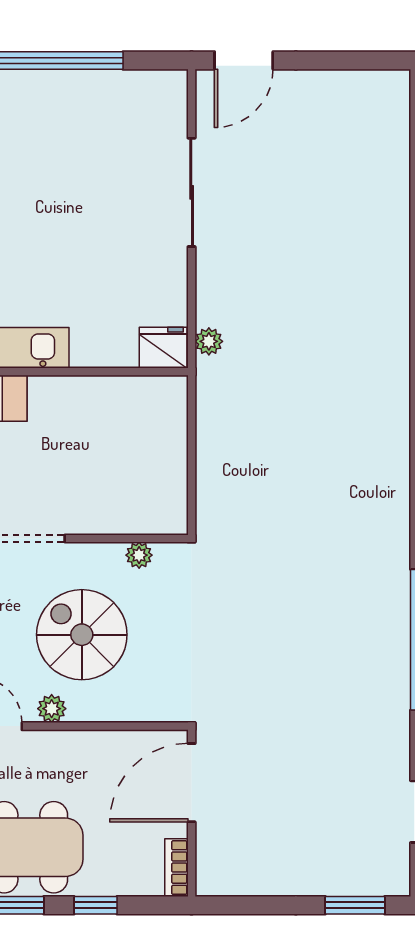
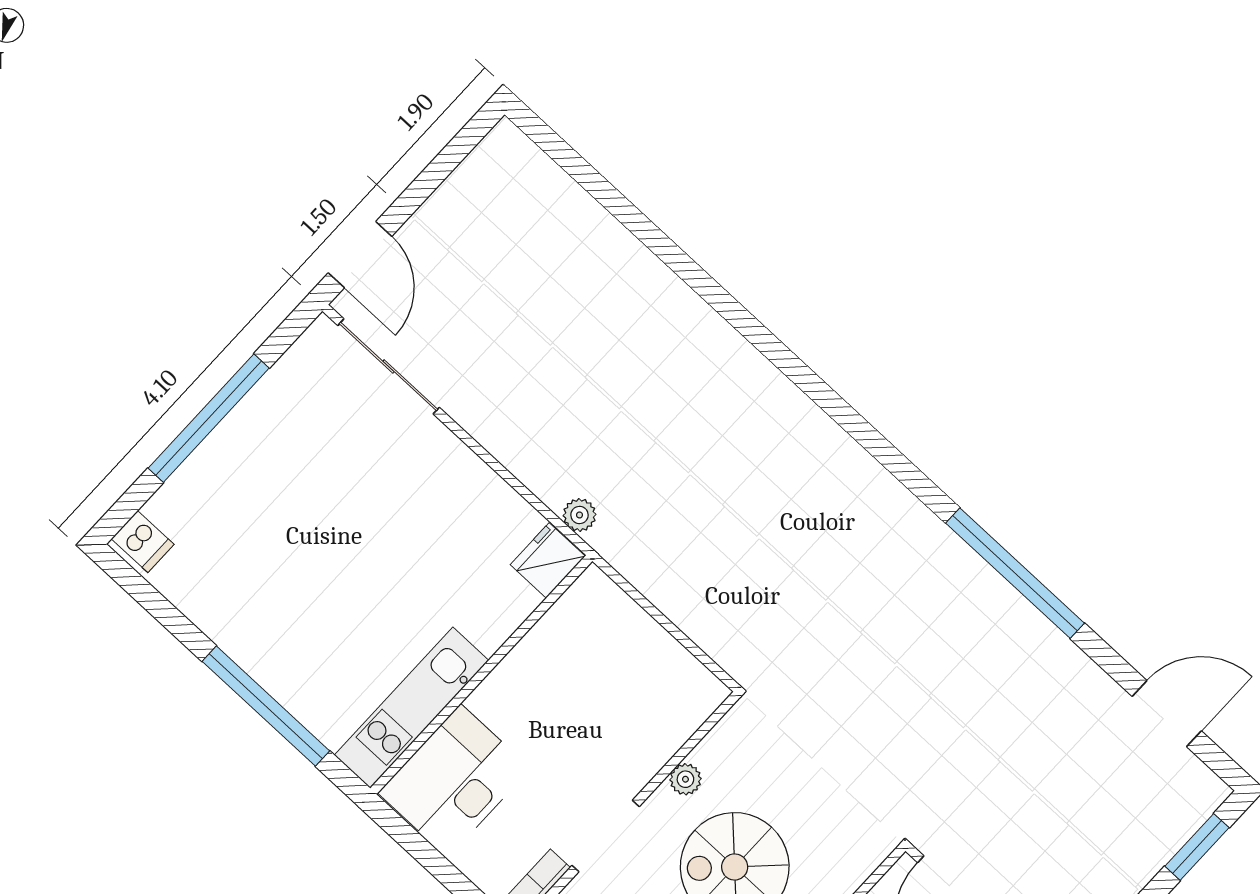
sliding door: (192, 192) -> (389, 366), moved
plant: (139, 555) -> (685, 779), moved

